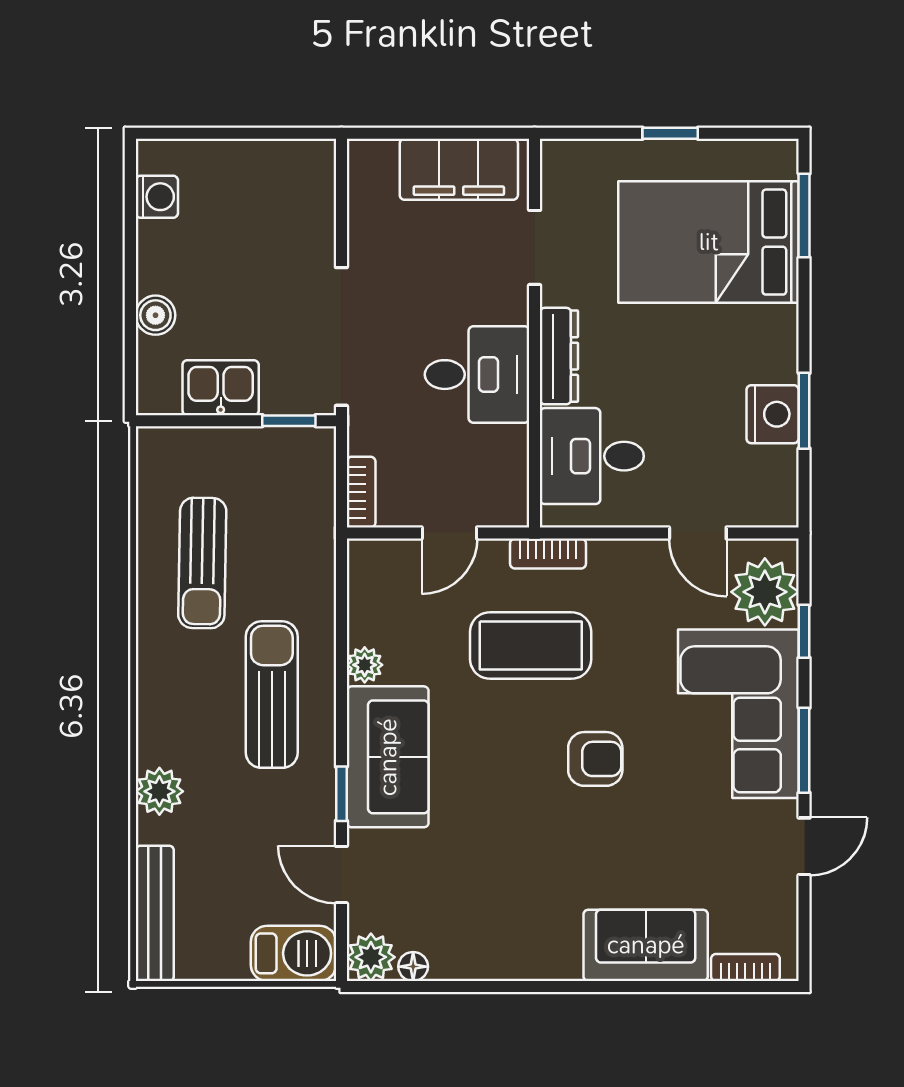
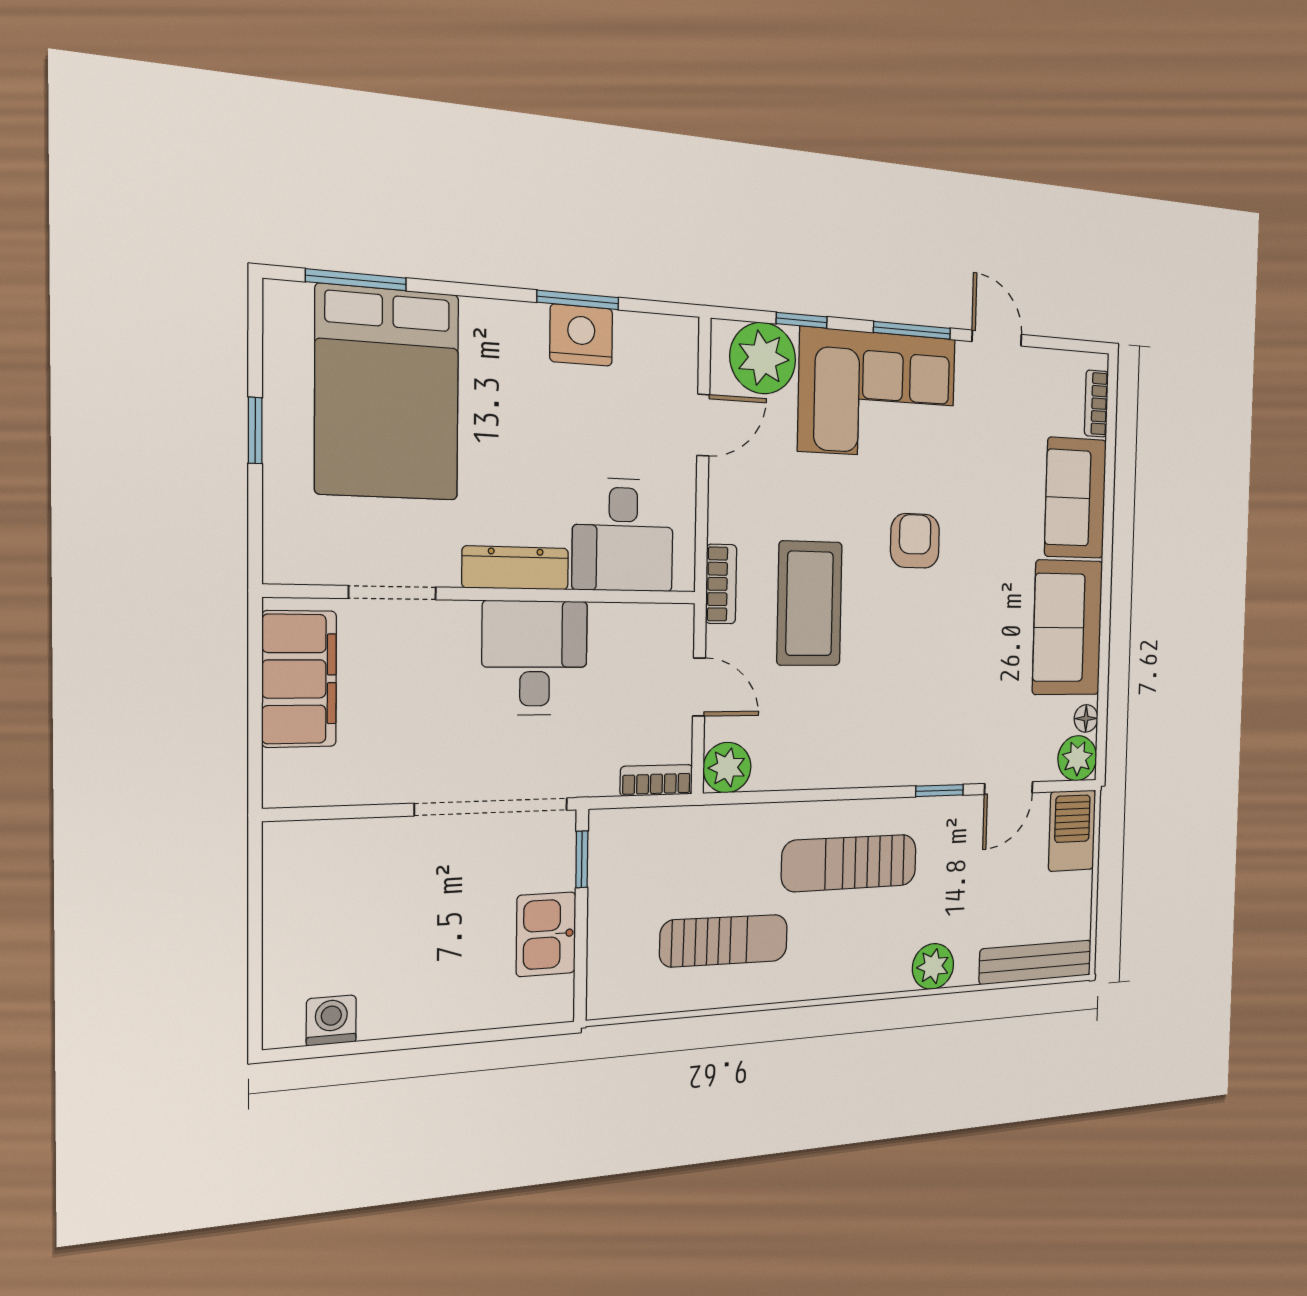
boiler: (155, 315) -> (467, 1010), removed
plant: (365, 665) -> (727, 768), moved, width x1.38, depth x1.38
sofa: (388, 757) -> (1068, 628), moved, turned -90

